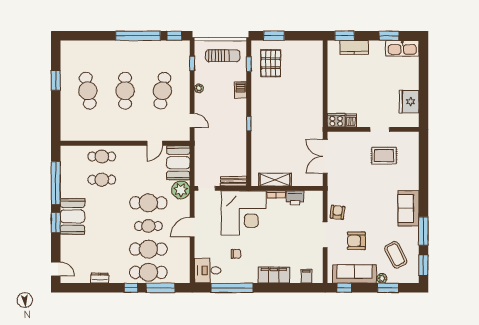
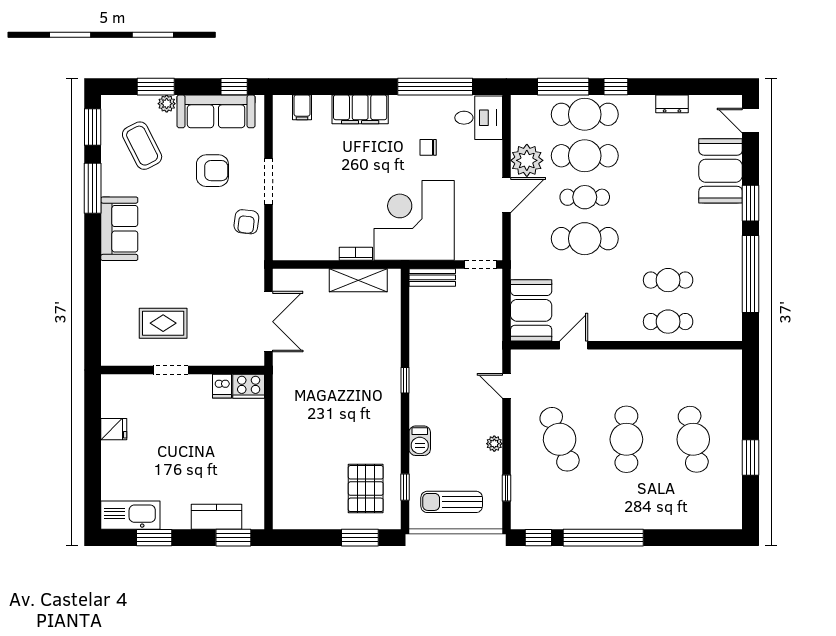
cafe table: (162, 91) -> (560, 439), turned -30
fridge: (409, 102) -> (114, 429), width x0.53, depth x0.75
plant: (181, 190) -> (527, 160), moved
printer: (295, 198) -> (322, 248), removed
booth: (72, 216) -> (721, 171), moved

